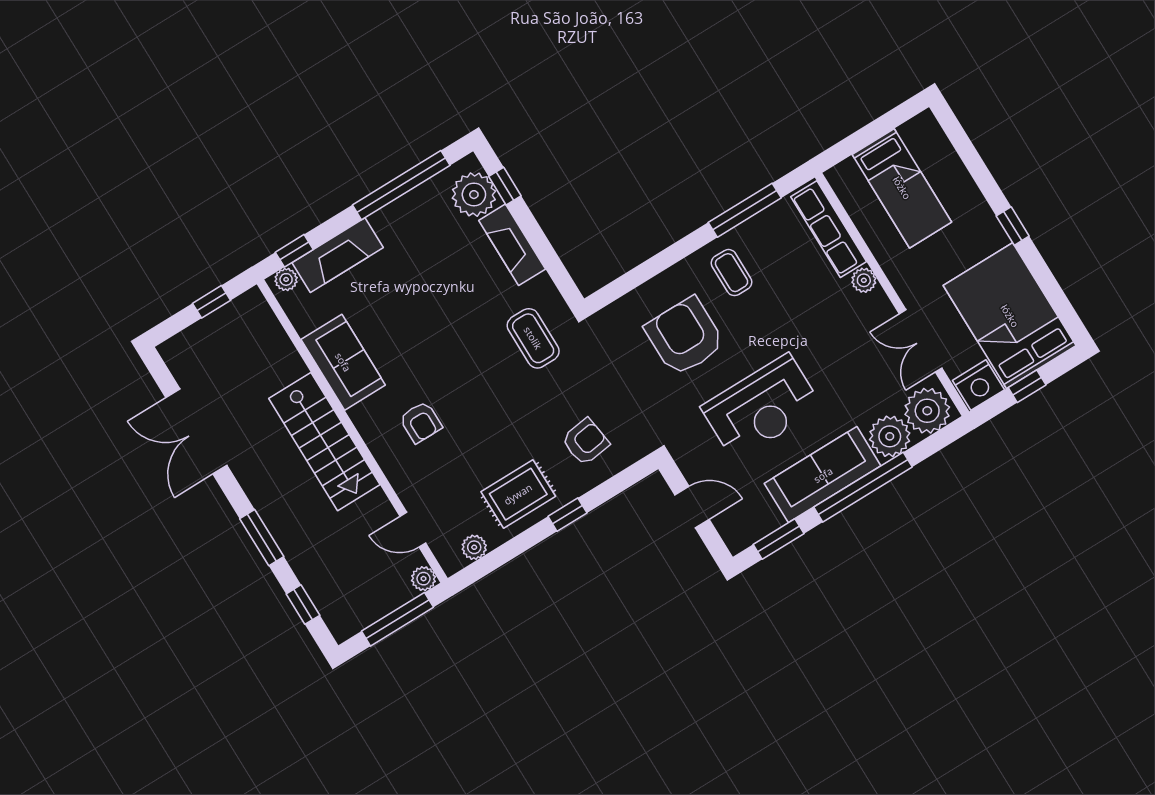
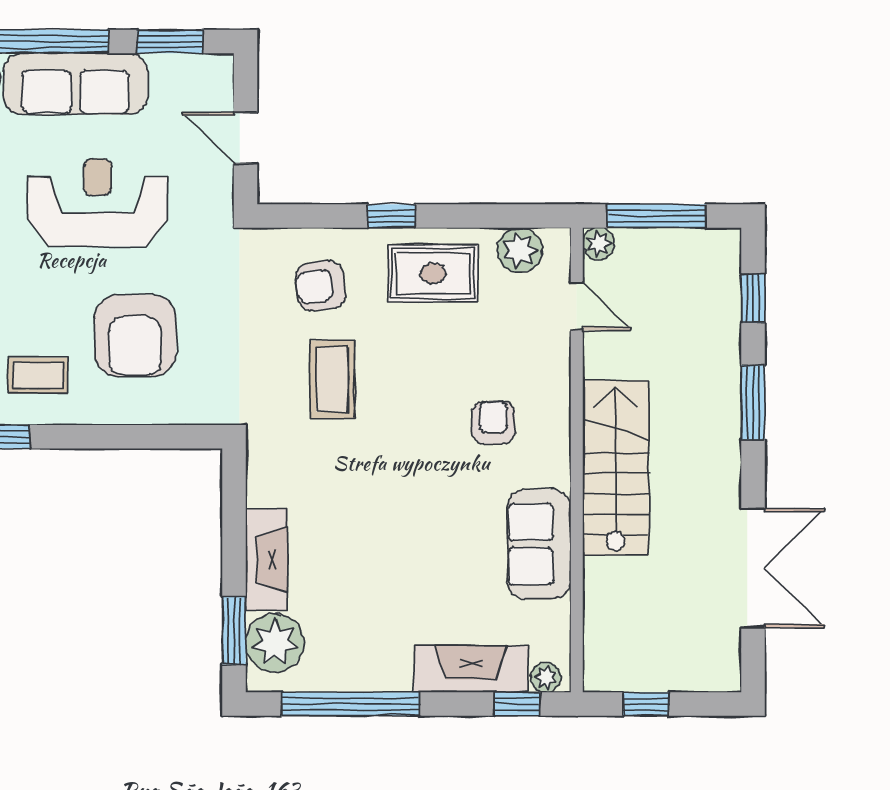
window: (505, 186) -> (234, 631), width x1.50
coffee table: (732, 273) -> (38, 375), turned 90
coffee table: (533, 338) -> (332, 379), moved
plant: (474, 547) -> (520, 250), width x1.38, depth x1.38

